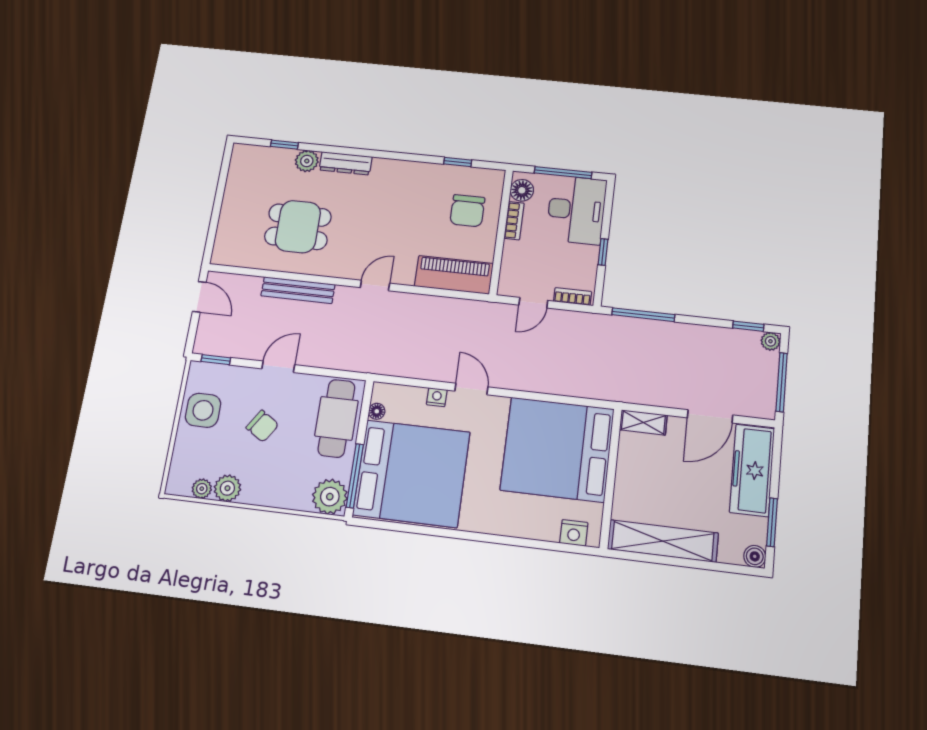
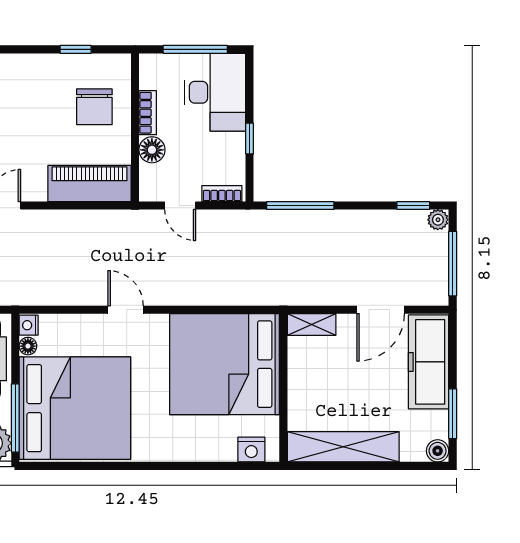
floor lamp: (522, 190) -> (152, 150), moved
door: (533, 303) -> (180, 206), hinge flipped
nightstand: (437, 397) -> (29, 325), moved, turned -90

